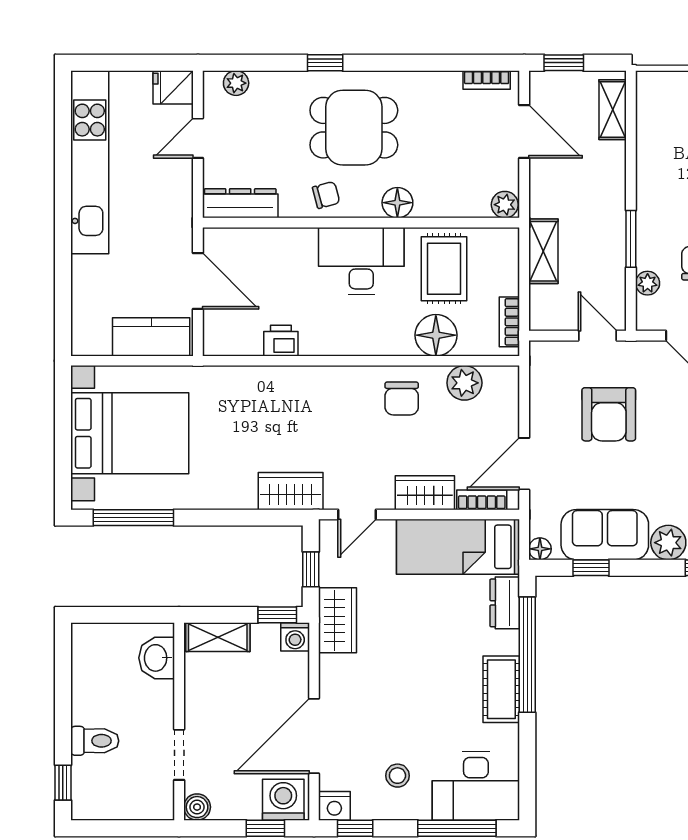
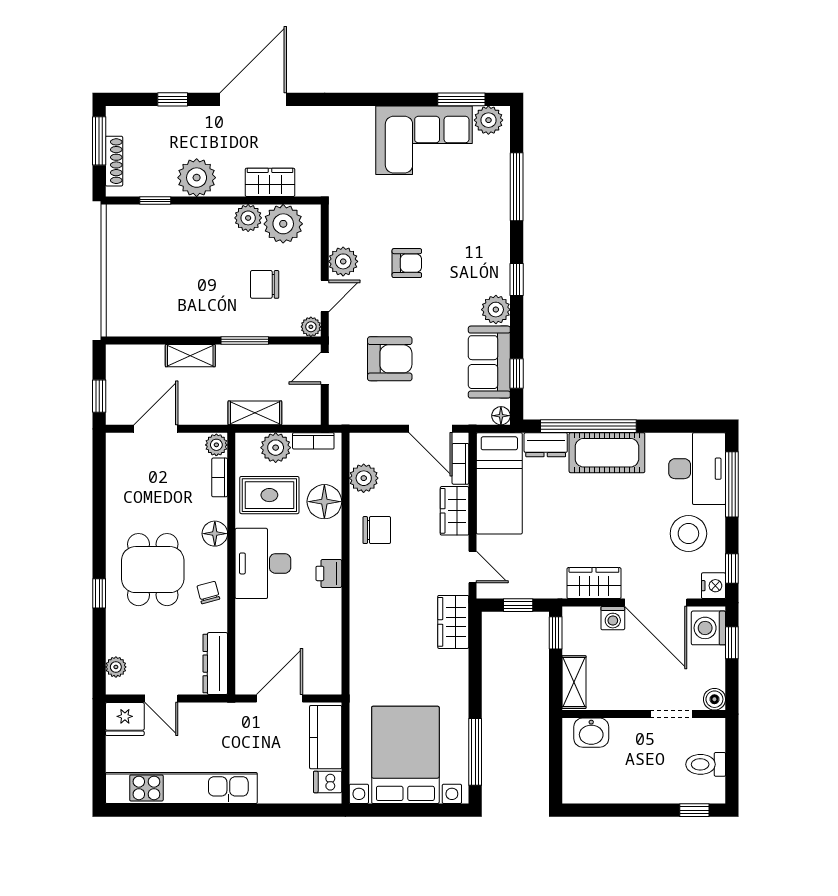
bookcase: (487, 80) -> (220, 477), moved, turned 180
fridge: (173, 87) -> (125, 719), width x1.38
shelving: (613, 110) -> (190, 356), moved
plant: (501, 276) -> (276, 448), added
plant: (648, 283) -> (311, 327), moved
dishwasher: (97, 339) -> (328, 782), added
printer: (281, 341) -> (329, 573), moved
wardrobe: (338, 620) -> (594, 583), moved
washing machine: (295, 637) -> (613, 618), moved, turned 90
cot: (501, 689) -> (607, 453), width x1.37, depth x1.34
toilet: (95, 741) -> (706, 764), moved, turned -90
stool: (397, 776) -> (688, 534), width x1.89, depth x1.89

